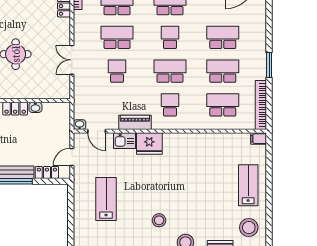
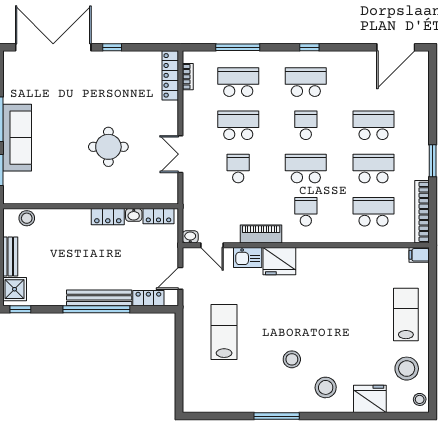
locker: (55, 108) -> (159, 216), added

